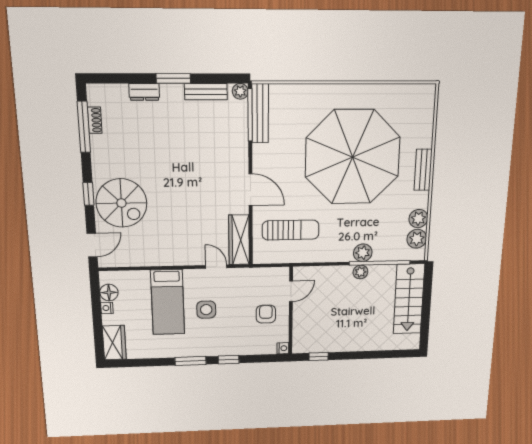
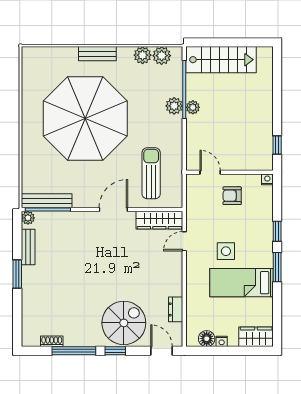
dresser: (144, 92) -> (176, 309), moved, turned 180
window: (84, 127) -> (74, 351), moved
bed: (168, 302) -> (242, 283), moved, turned 180

